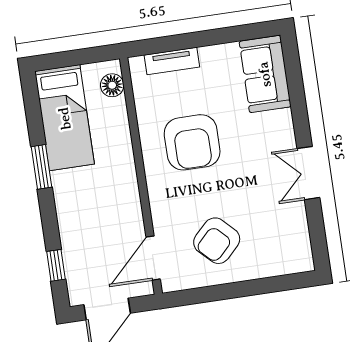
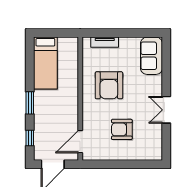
floor lamp: (112, 85) -> (72, 50), removed
window: (41, 167) -> (30, 103), moved
armchair: (217, 241) -> (122, 129), moved, turned 45

